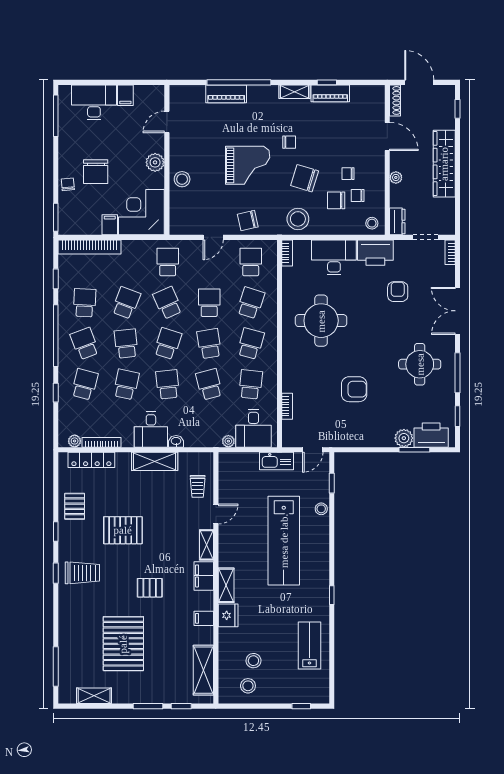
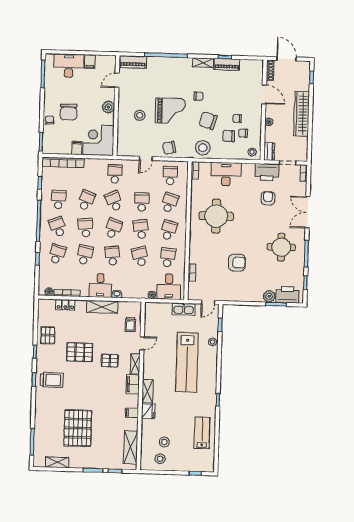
piano: (226, 94) -> (133, 62), moved
stool: (182, 179) -> (140, 115), moved
printer: (375, 253) -> (267, 172), moved
locker: (91, 460) -> (65, 305), width x0.66
pallet: (150, 588) -> (110, 361), moved

